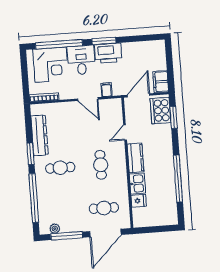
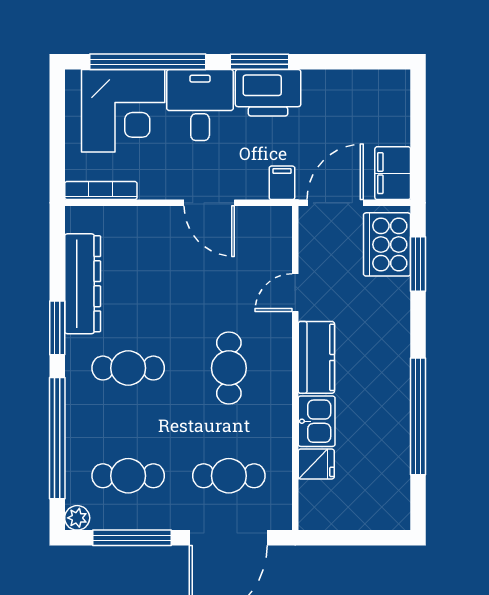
filing cabinet: (106, 90) -> (282, 183), moved
cafe table: (63, 211) -> (128, 476), added
plant: (55, 229) -> (77, 518), moved

